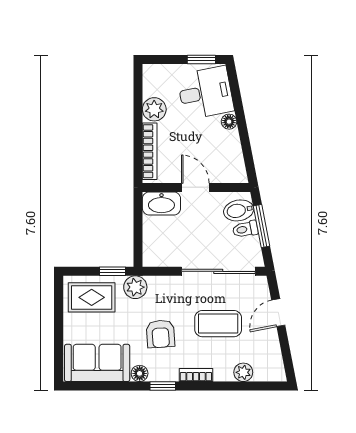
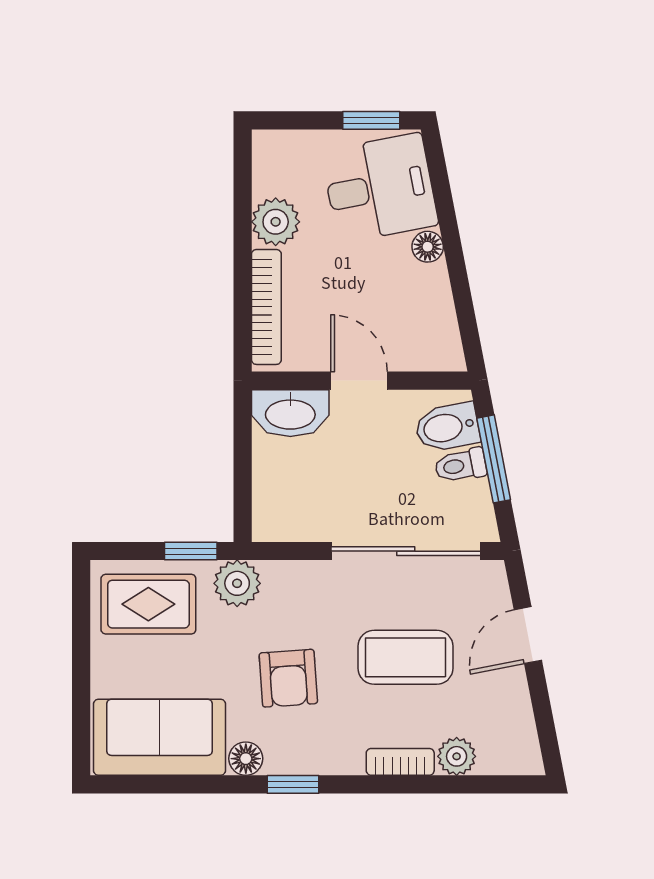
bookcase: (196, 375) -> (400, 762), moved

